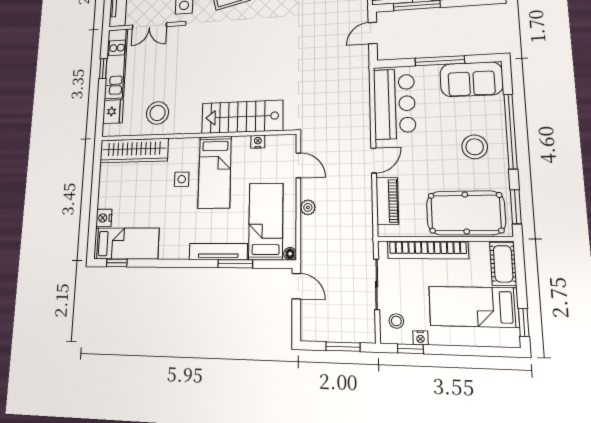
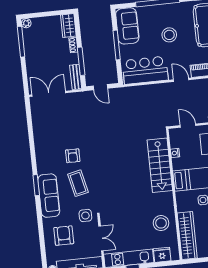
stool: (475, 147) -> (169, 35), moved
door: (298, 165) -> (188, 126), hinge flipped

